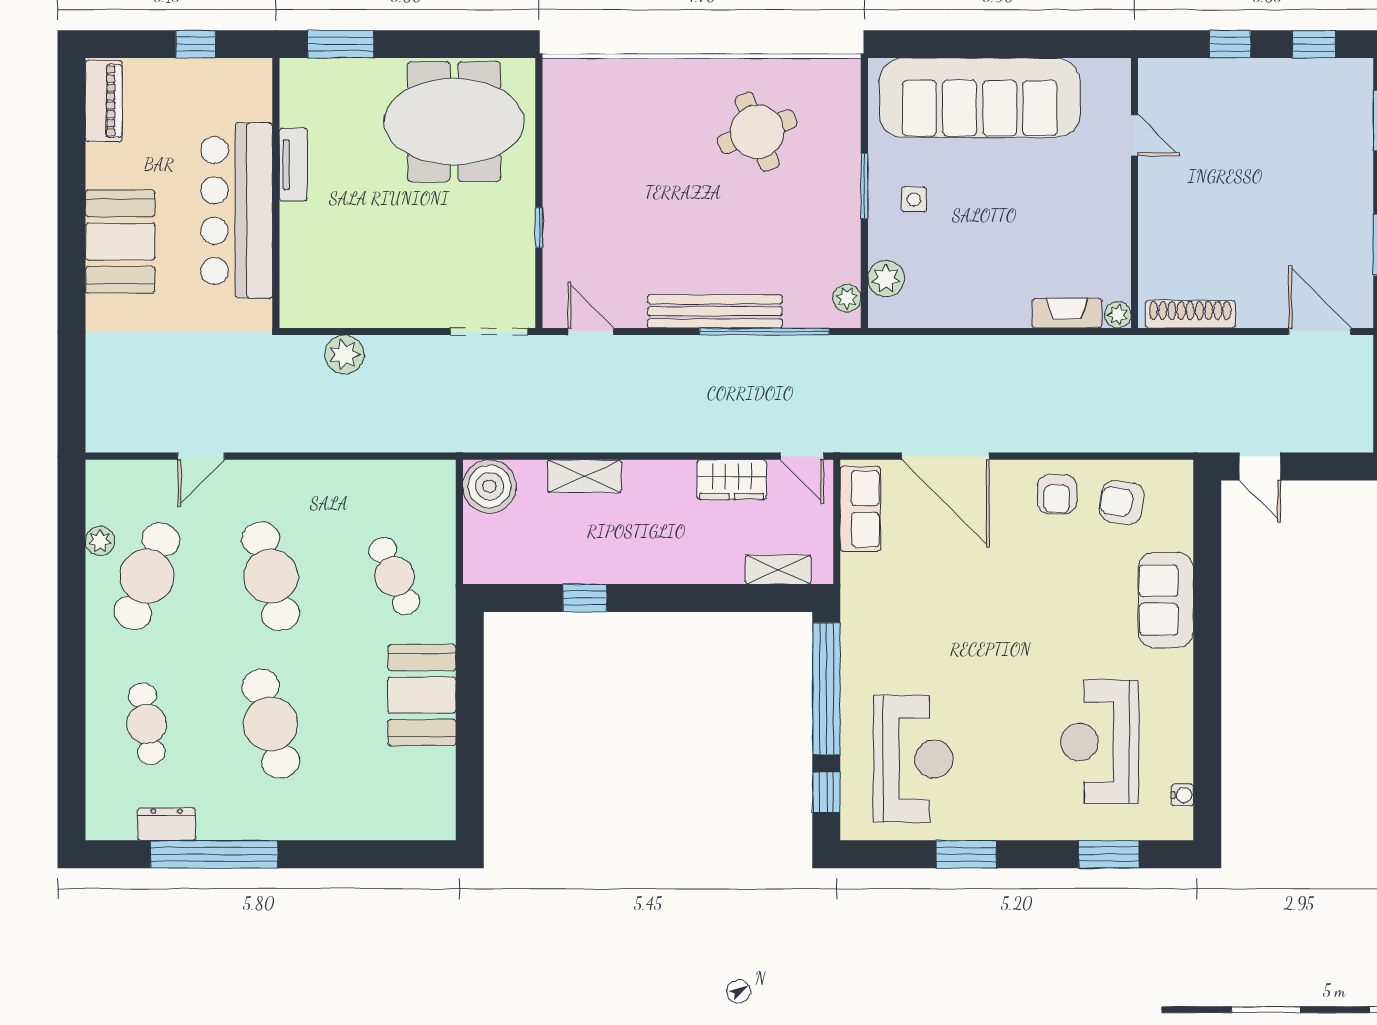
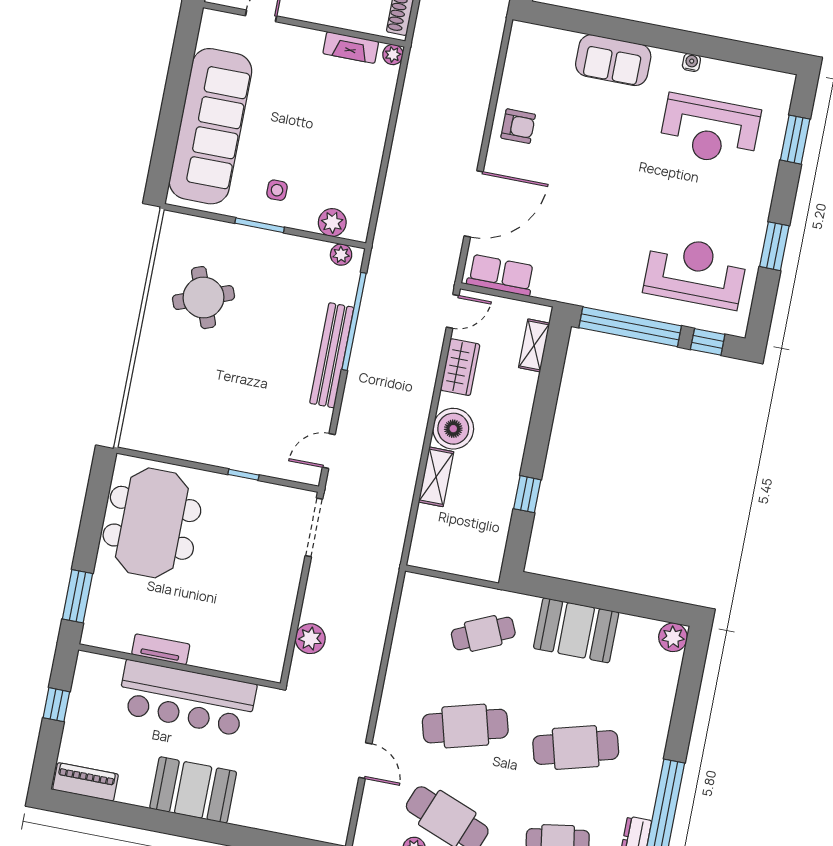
fireplace: (1067, 313) -> (351, 48), moved, turned -90
boiler: (489, 486) -> (453, 429), moved
armchair: (1121, 502) -> (534, 79), removed
water cooler: (1182, 795) -> (691, 62), moved
plant: (437, 822) -> (673, 637), added

